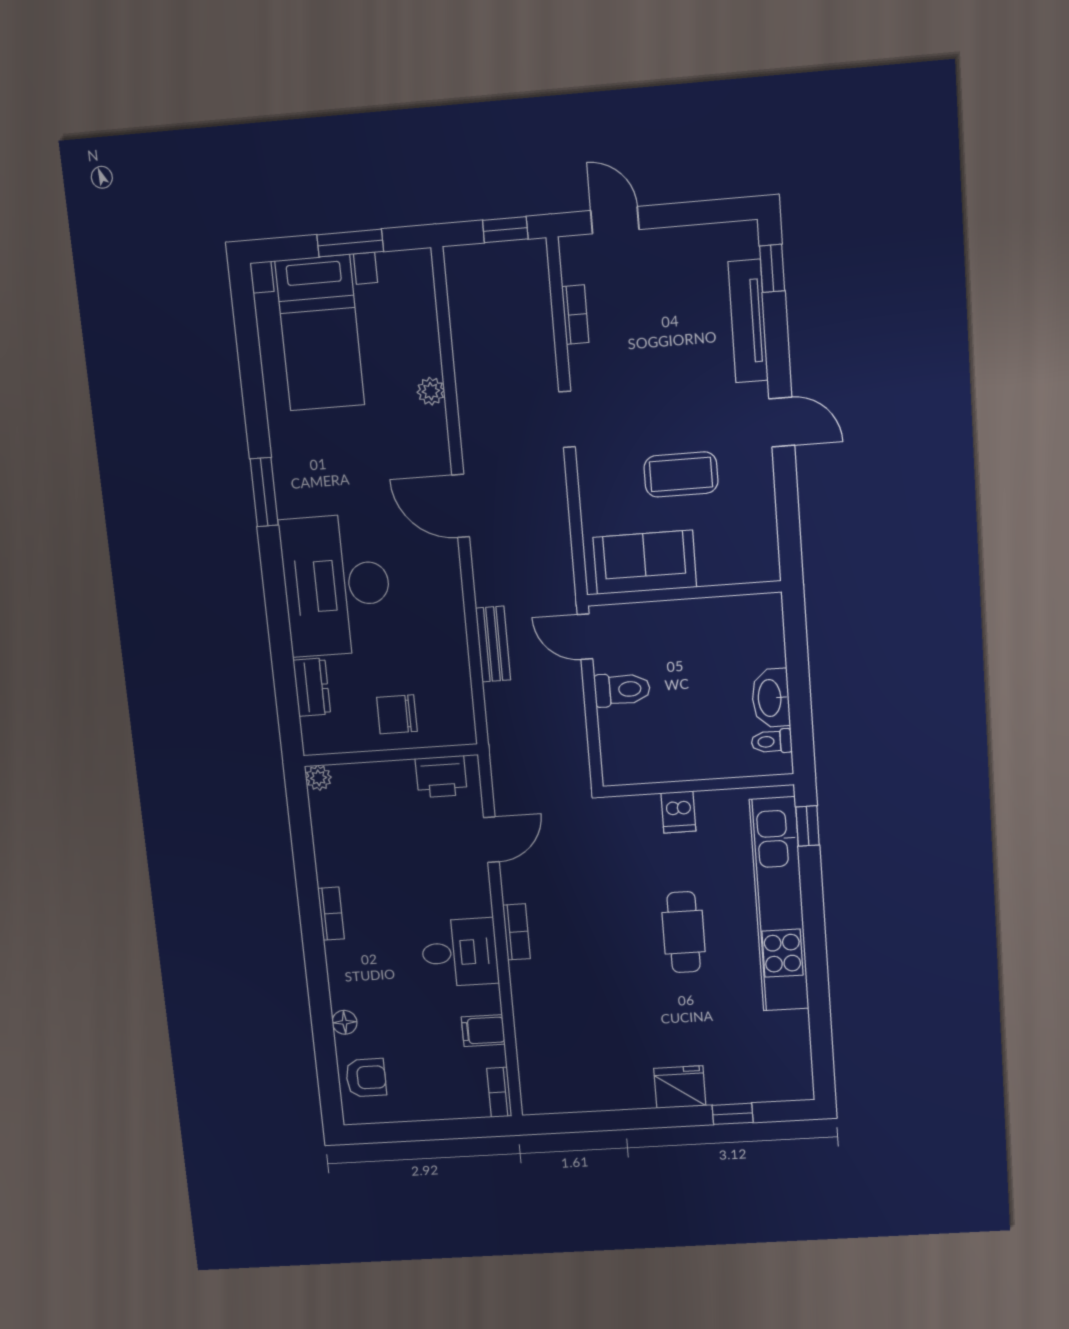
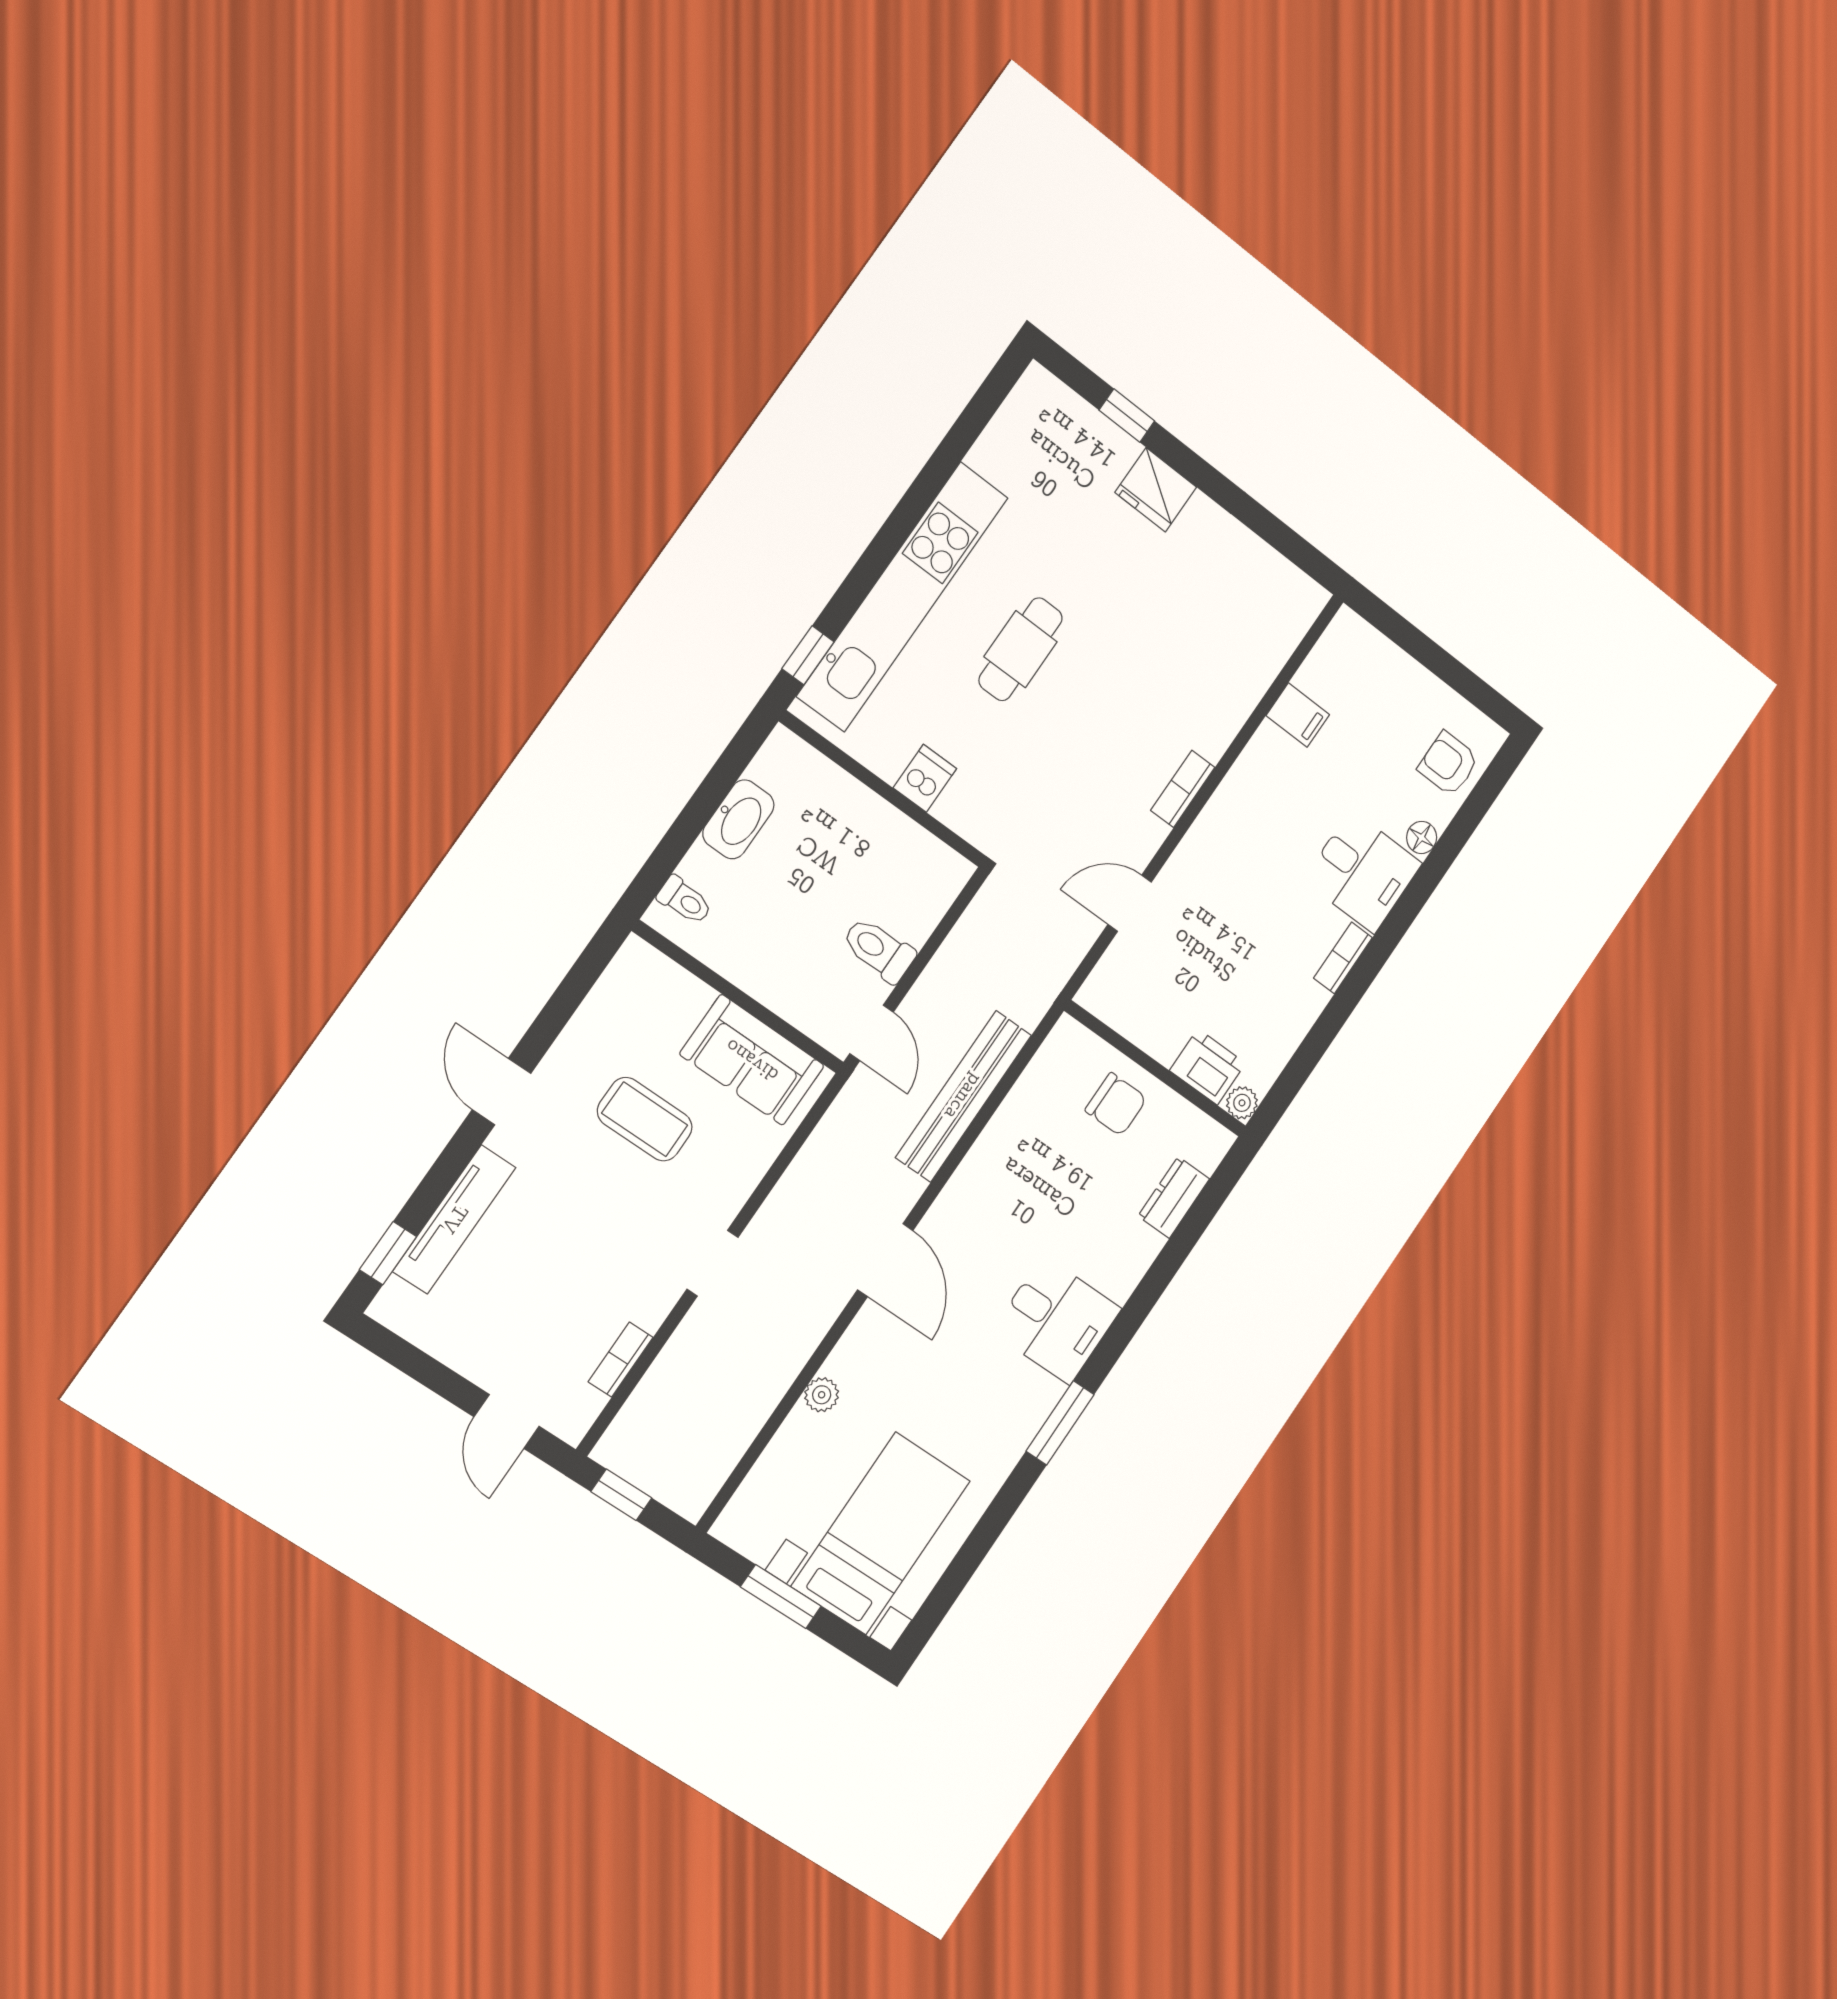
desk: (337, 585) -> (1056, 1320), width x0.53, depth x0.77
bench: (493, 644) -> (963, 1096), width x1.86, depth x1.21
toilet: (772, 741) -> (685, 900), moved
printer: (441, 777) -> (1208, 1067), moved
desk: (460, 952) -> (1363, 872), moved, turned 180
bookcase: (499, 1092) -> (1335, 638), removed

